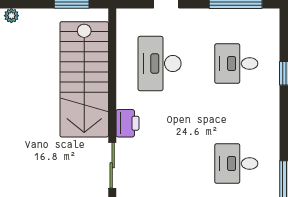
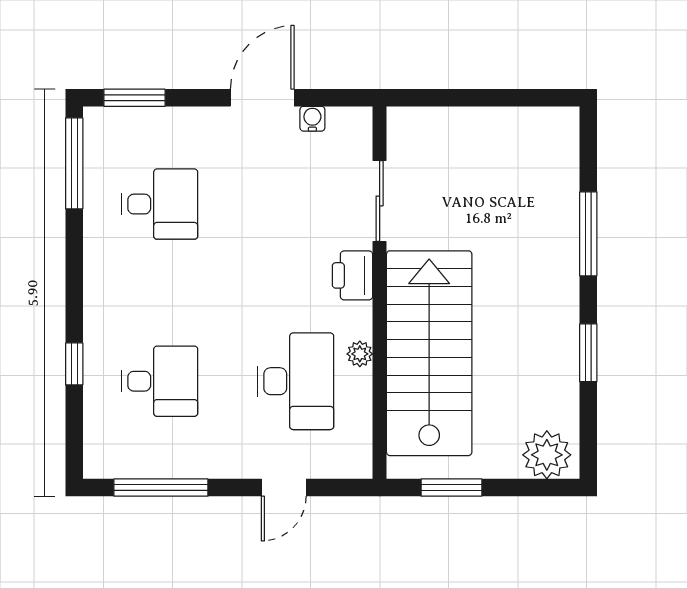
plant: (11, 16) -> (547, 455), width x1.88, depth x1.88
plant: (123, 79) -> (360, 354), added

